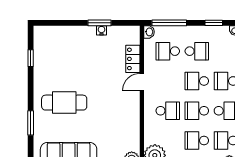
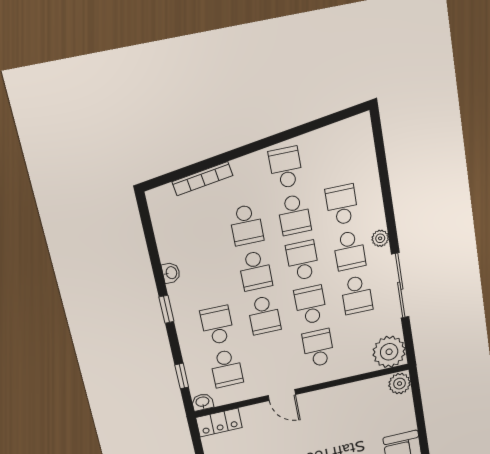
window: (169, 23) -> (182, 376), width x0.46
locker: (133, 59) -> (219, 423), moved
school desk: (197, 111) -> (311, 305), turned 180

